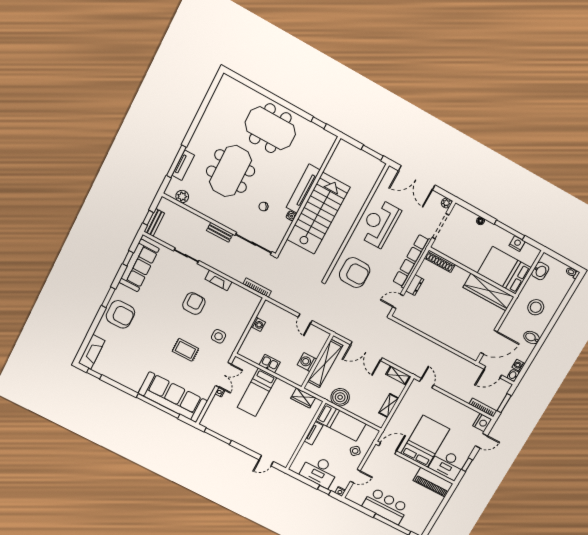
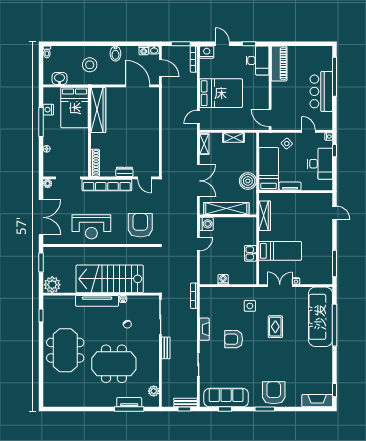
plant: (344, 152) -> (52, 285), added
washing machine: (307, 362) -> (206, 224), moved, turned -90
wardrobe: (303, 398) -> (265, 216), width x1.50
bed: (425, 441) -> (221, 93), moved, turned 180

